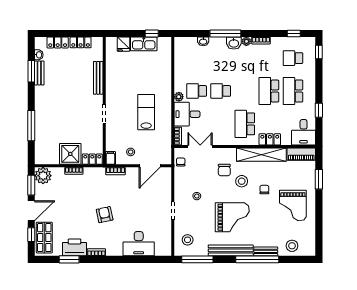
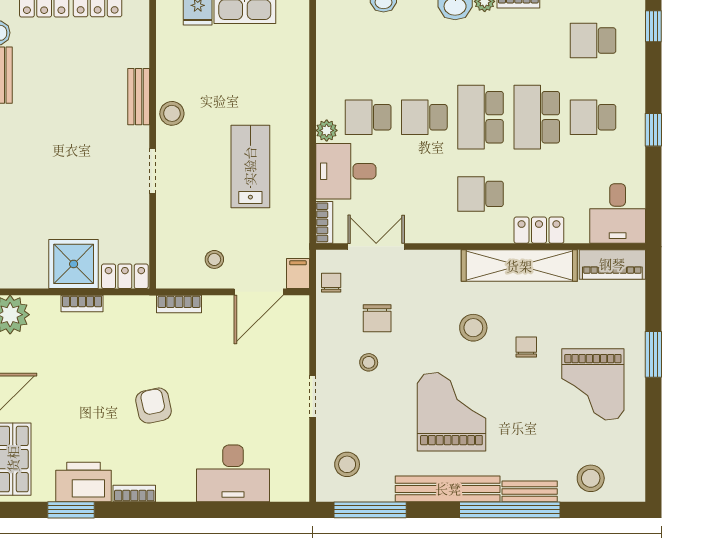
bench: (98, 78) -> (139, 97), width x0.73
stool: (112, 89) -> (172, 113), added
school desk: (245, 91) -> (481, 117), added
school desk: (293, 91) -> (593, 117), width x0.54
window: (319, 110) -> (653, 130), moved
school desk: (245, 124) -> (481, 194), width x0.54
filing cabinet: (110, 158) -> (298, 273), moved
chair: (224, 170) -> (377, 318), moved
window: (319, 179) -> (653, 354), moved
grand piano: (232, 217) -> (451, 412), turned -90

